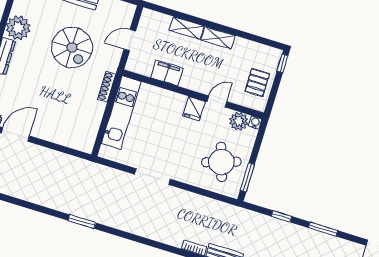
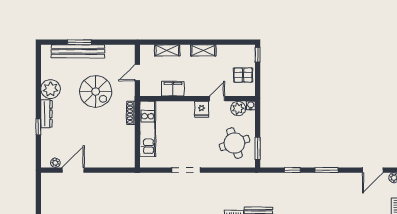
shelving: (186, 28) -> (167, 50), moved
pallet: (257, 83) -> (243, 75), turned 90

